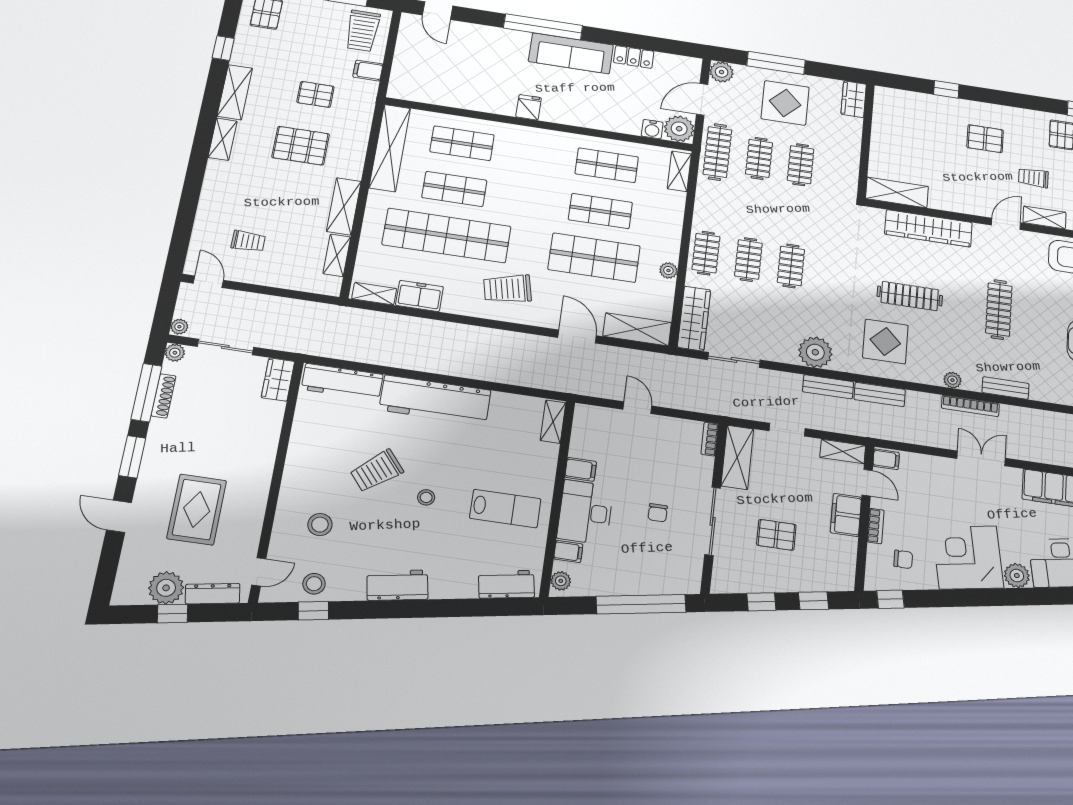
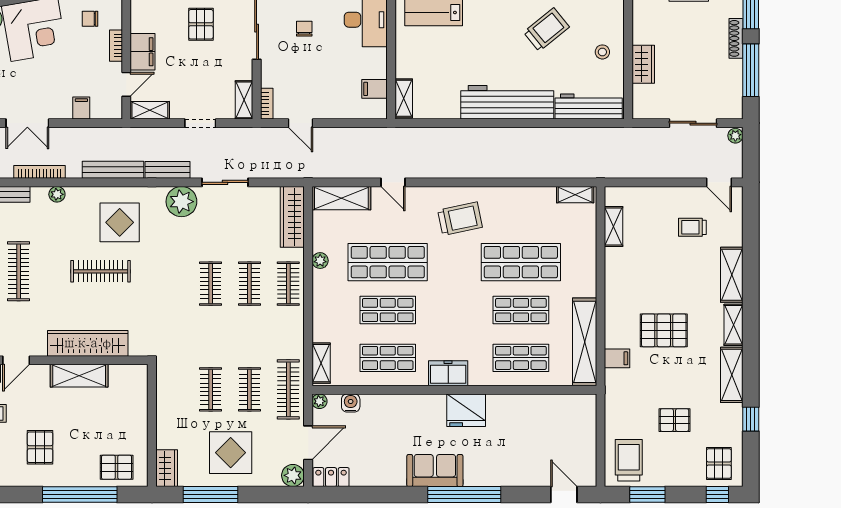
sofa: (571, 53) -> (435, 471), width x0.73
locker: (634, 57) -> (331, 477), moved
window: (776, 63) -> (211, 495), moved
filing cabinet: (368, 71) -> (617, 358), moved
window: (946, 89) -> (80, 495), width x3.17
pallet: (315, 94) -> (674, 420), moved
fridge: (529, 107) -> (466, 410), width x1.88, depth x1.34
pallet: (906, 108) -> (117, 467), added
plant: (679, 129) -> (319, 401), width x0.53, depth x0.53
pallet: (985, 139) -> (40, 447), turned 90
shelving: (897, 192) -> (79, 376), moved
shelving: (344, 206) -> (732, 275), moved
shop shelf: (447, 235) -> (521, 262), width x0.71
freezer: (419, 296) -> (448, 373), moved, turned 180
door: (577, 337) -> (393, 182), width x0.73
plant: (175, 353) -> (734, 111), removed
sliding door: (734, 360) -> (225, 182), moved
wardrobe: (278, 379) -> (643, 64), moved
bench: (880, 394) -> (113, 170), width x1.36
shoe rack: (163, 396) -> (736, 38), moved
door: (637, 408) -> (300, 123), moved
shelving: (737, 457) -> (244, 100), width x0.67, depth x0.75
filing cabinet: (886, 459) -> (81, 108), moved, turned 90
filing cabinet: (581, 469) -> (374, 89), moved
door: (867, 483) -> (126, 84), swing flipped
stool: (426, 497) -> (602, 52), moved
pallet: (776, 535) -> (201, 24), turned 90

